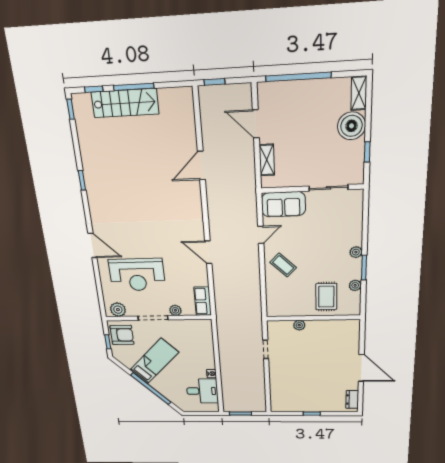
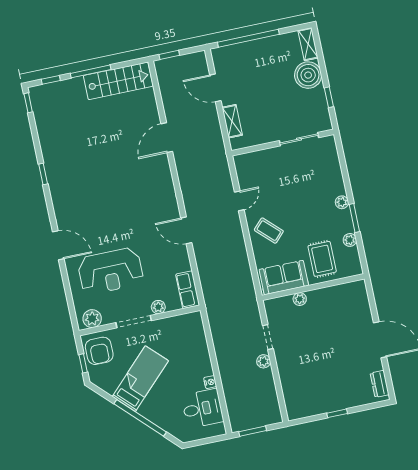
stairs: (125, 103) -> (118, 81), moved
sofa: (283, 204) -> (284, 277), moved, turned 180
armchair: (122, 335) -> (99, 351), turned 90
plant: (259, 367) -> (264, 361), added

